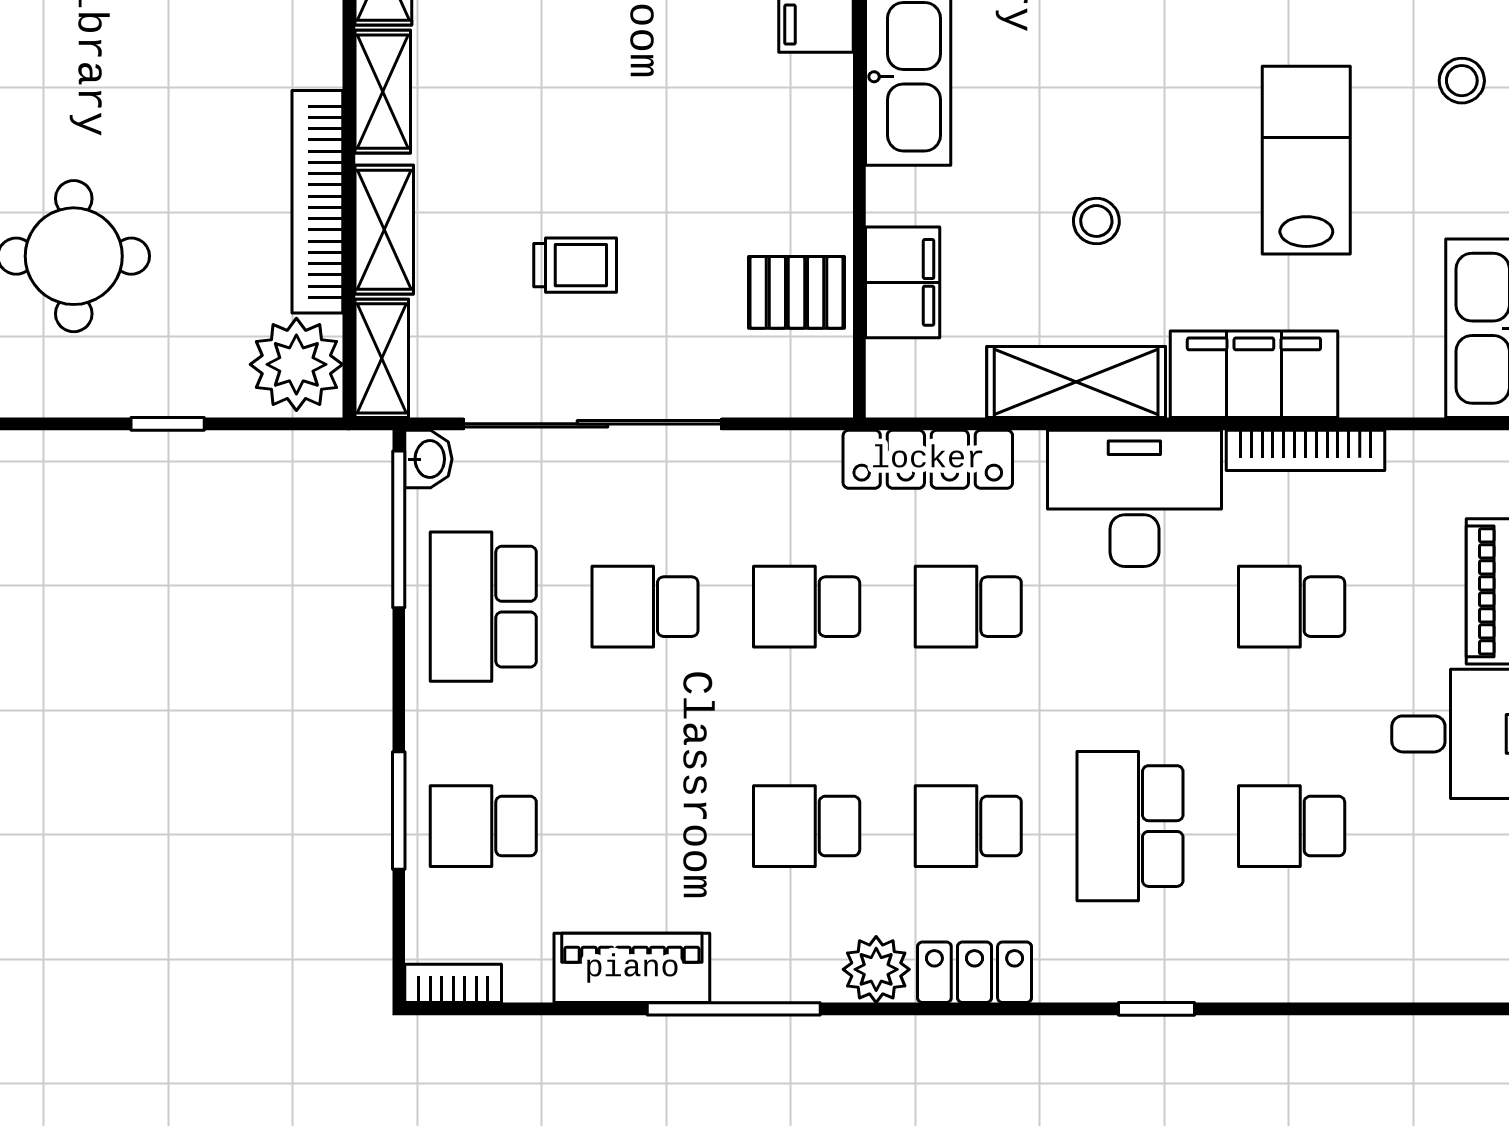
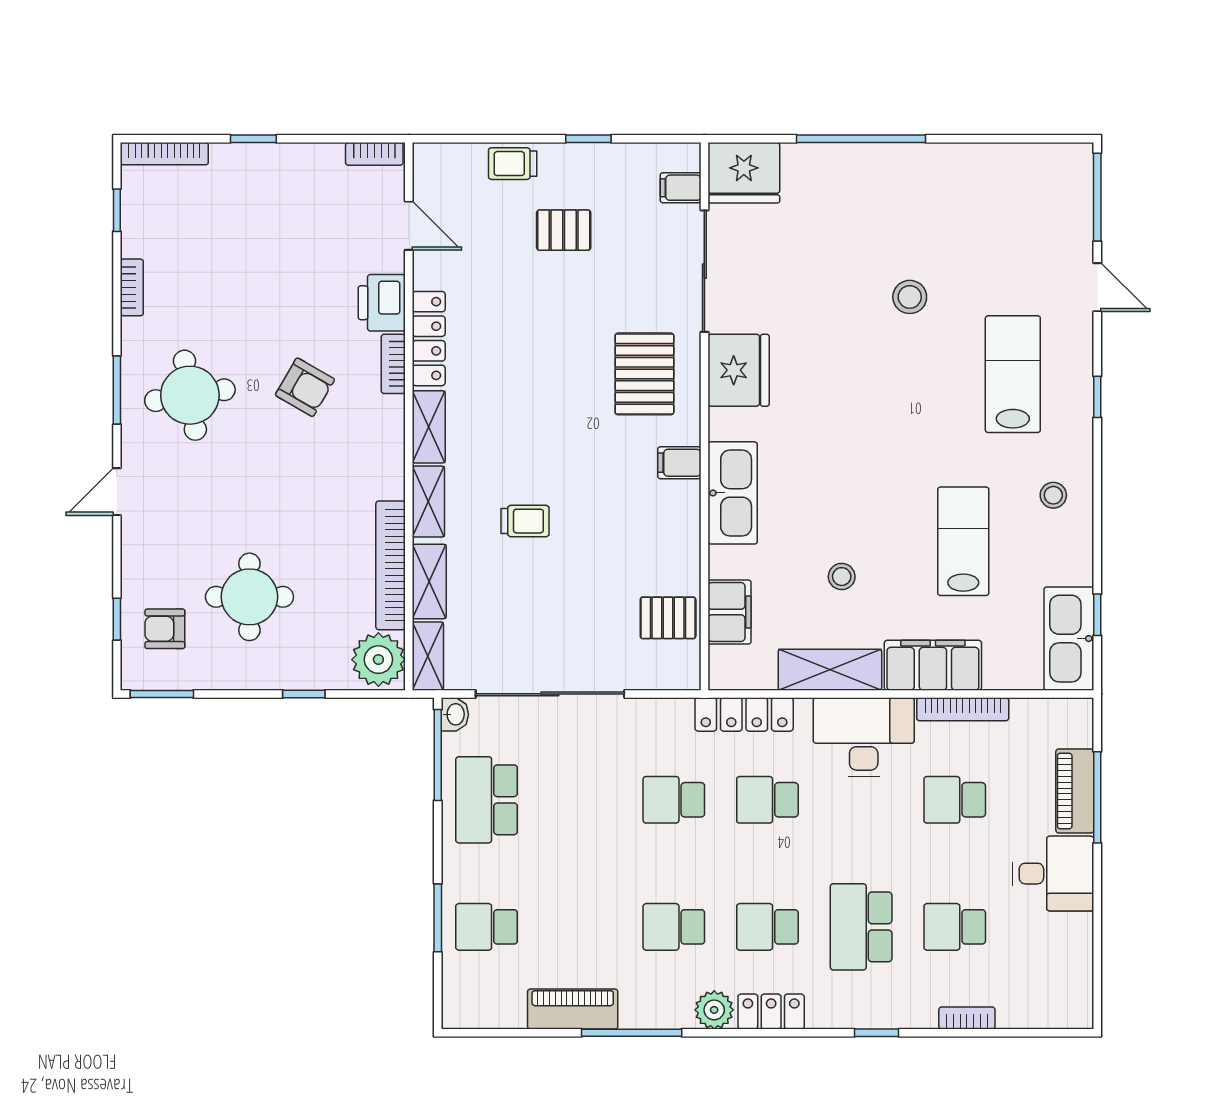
trolley: (575, 265) -> (525, 521), moved
school desk: (645, 607) -> (580, 800), removed
bookcase: (453, 983) -> (967, 1018), moved

